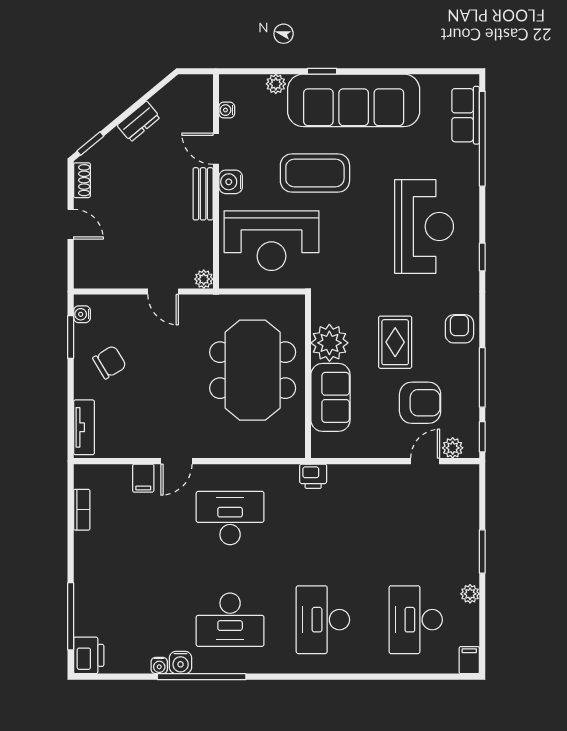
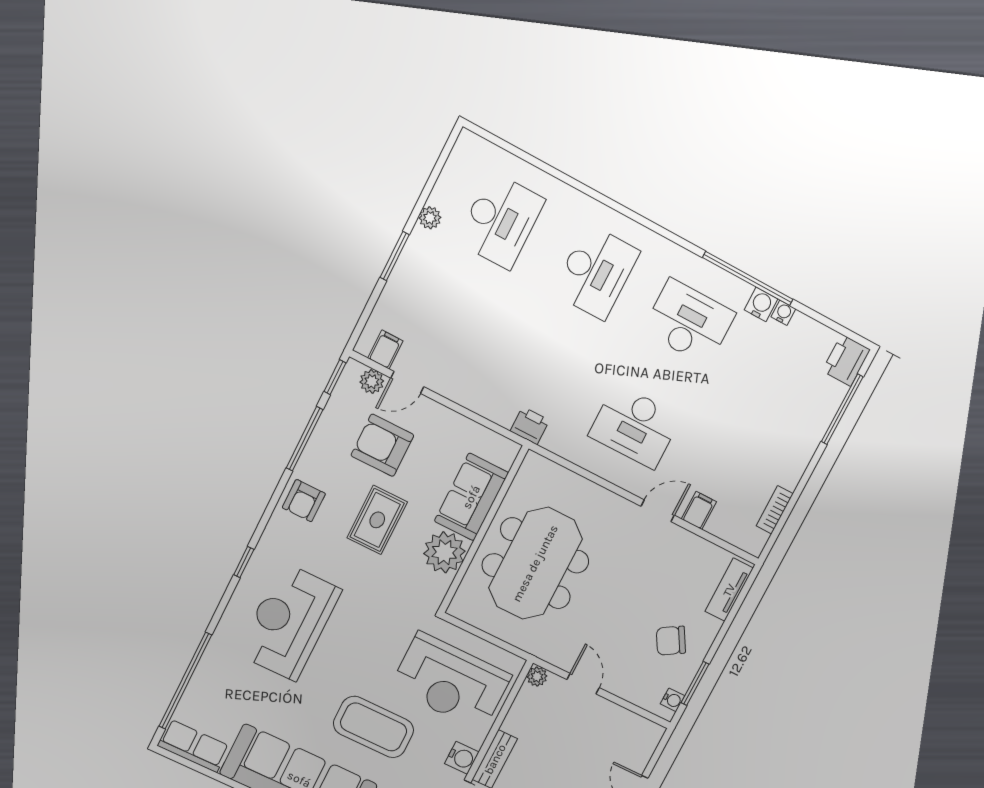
row of seats: (466, 115) -> (194, 746), moved, turned -90
reception desk: (271, 241) -> (451, 682), turned 180
filing cabinet: (469, 660) -> (385, 349), moved, turned 180

